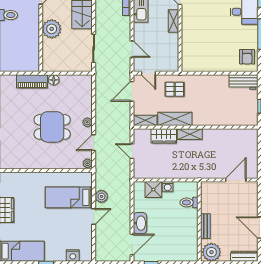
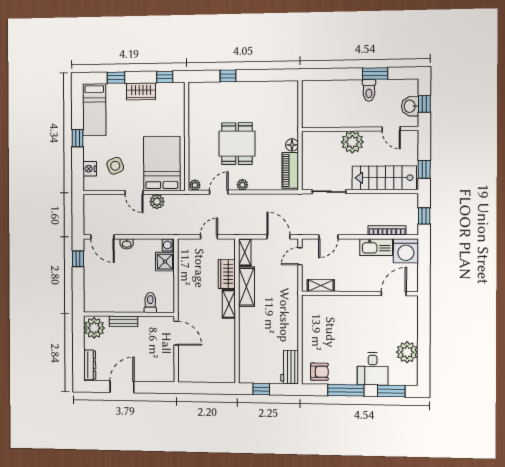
shelving: (173, 21) -> (321, 286), moved
armchair: (247, 57) -> (319, 372), turned 180
piano: (32, 81) -> (290, 170), moved
pallet: (175, 89) -> (281, 287), removed
door: (94, 143) -> (219, 192), hinge flipped
door: (236, 180) -> (176, 333), moved
washing machine: (168, 187) -> (168, 245), moved
bed: (69, 197) -> (162, 164), width x1.50
washbasin: (140, 223) -> (127, 244), width x0.52, depth x0.69
side table: (70, 233) -> (115, 166), added

